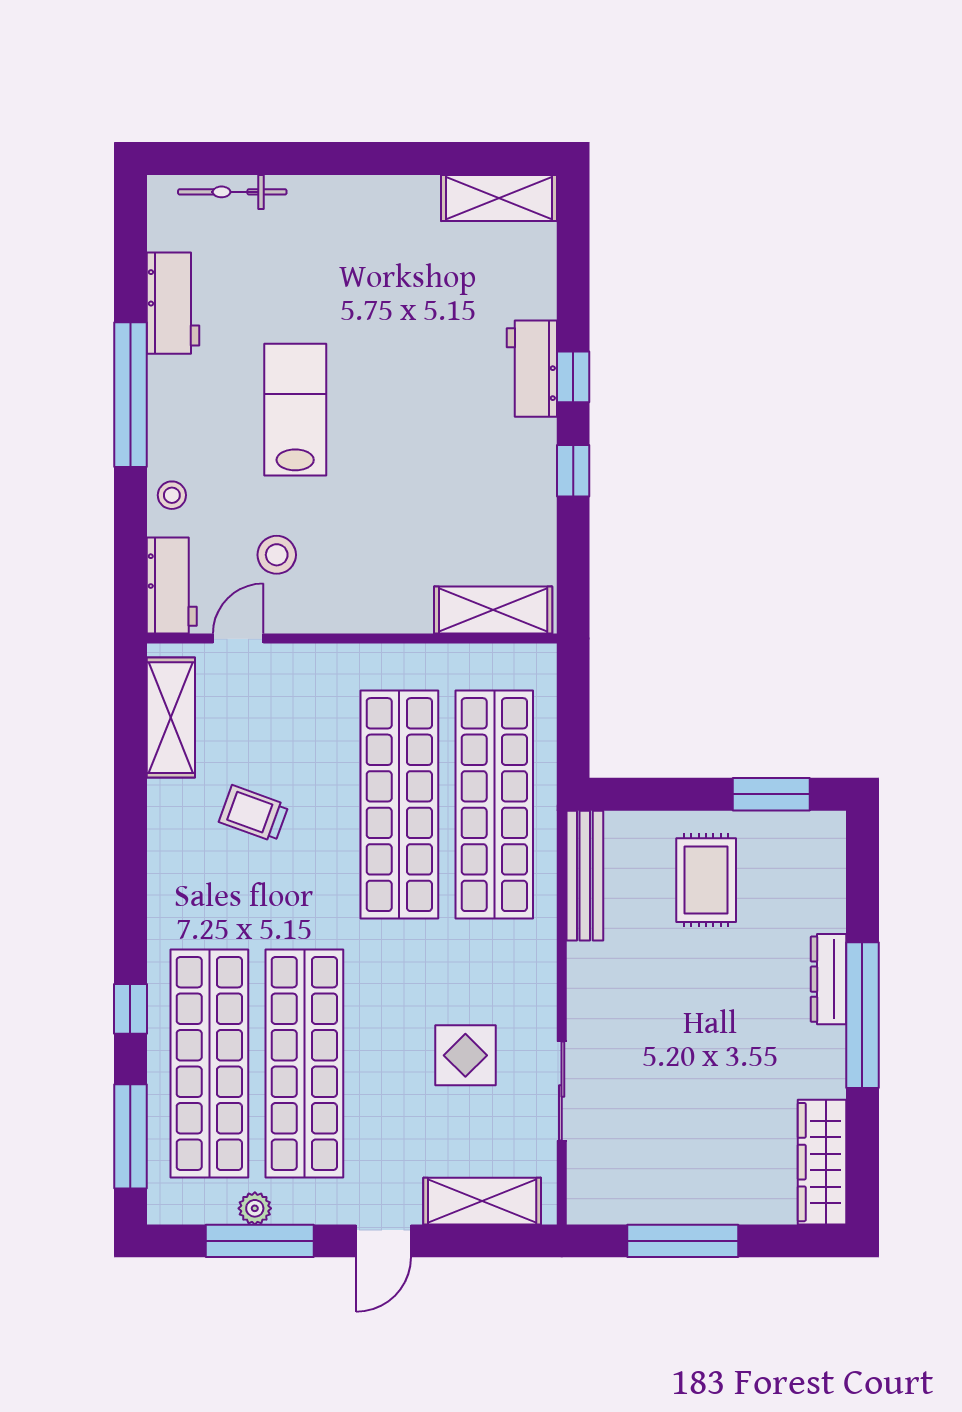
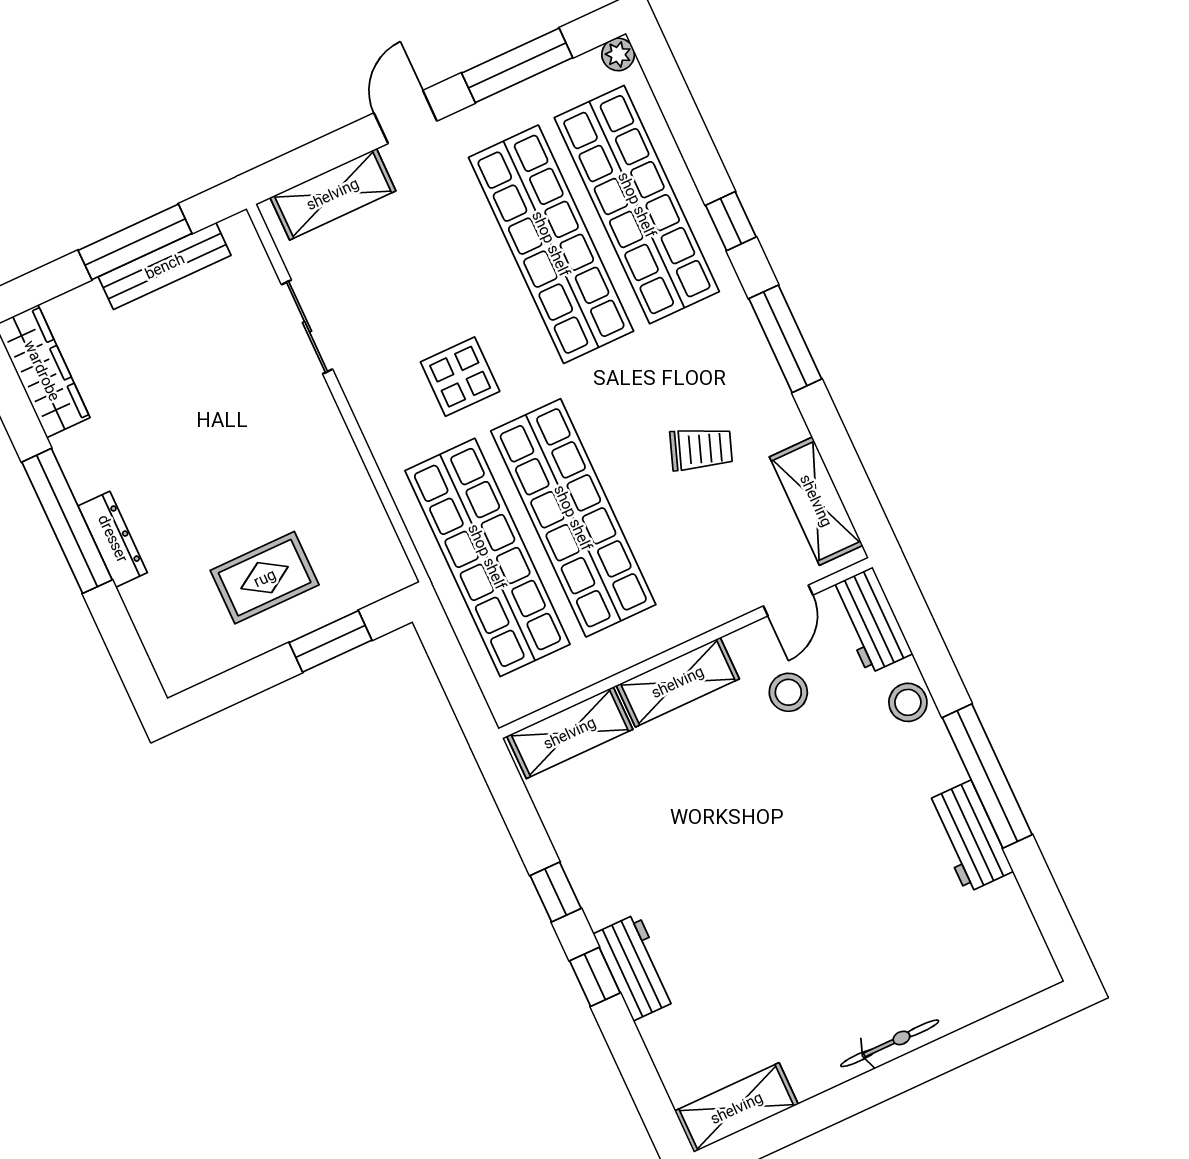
bicycle: (232, 192) -> (890, 1043), moved
workbench: (173, 303) -> (969, 837), moved
lab bench: (295, 410) -> (832, 831), removed
stool: (172, 495) -> (908, 702), width x1.37, depth x1.37
shelving: (373, 611) -> (678, 682), added
window: (771, 794) -> (331, 641), moved
bench: (585, 876) -> (165, 266), moved, turned 90
rug: (706, 880) -> (265, 578), turned 90
display table: (465, 1055) -> (460, 377), moved
window: (130, 1136) -> (785, 339), moved
plant: (255, 1208) -> (618, 54), moved

